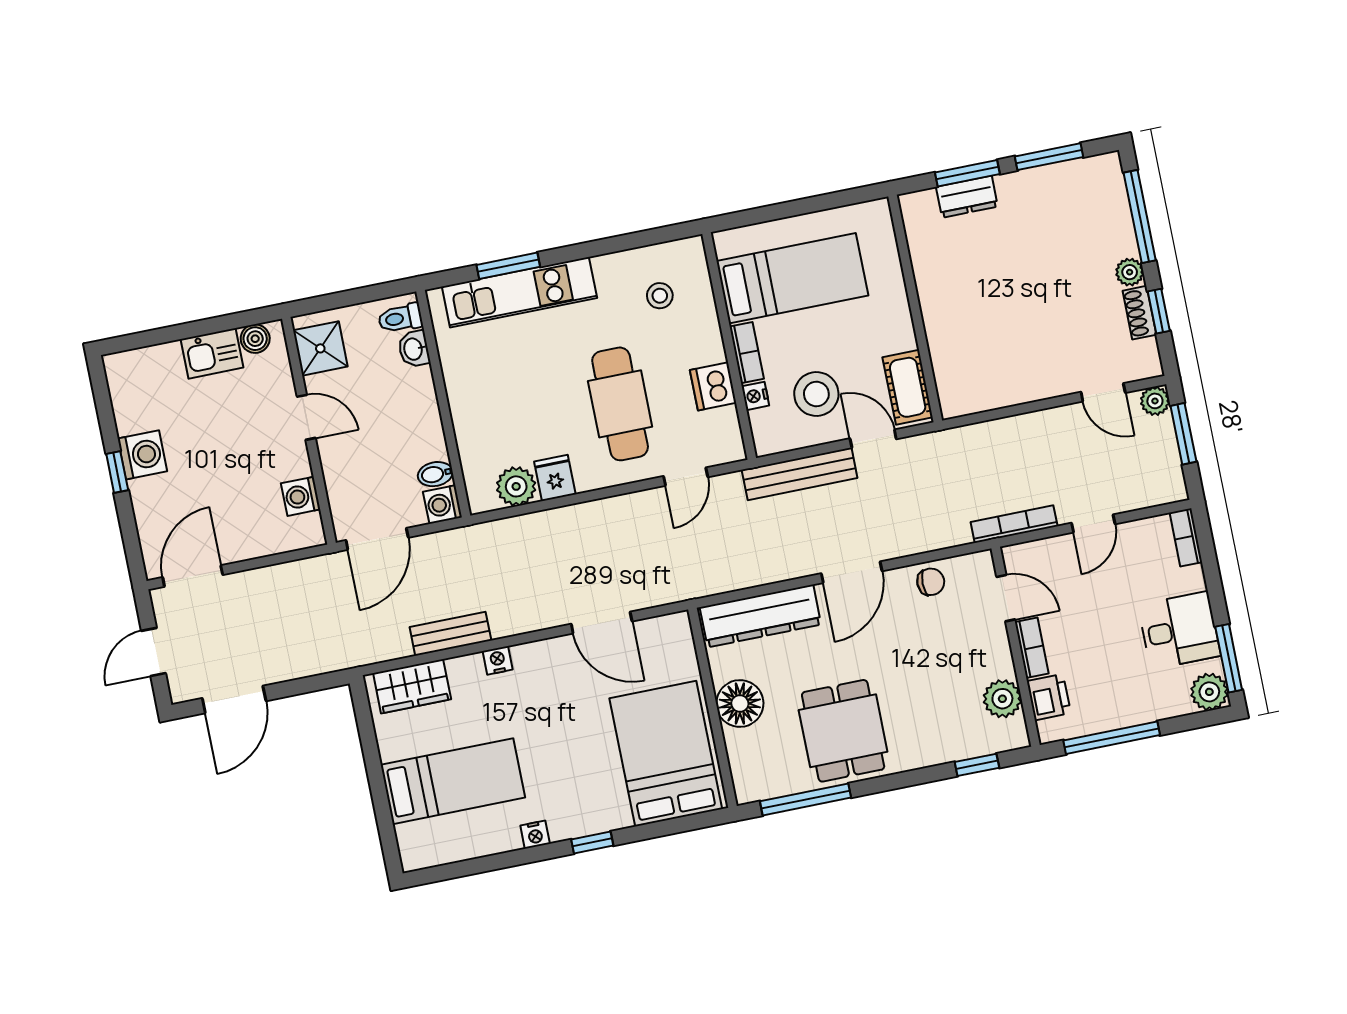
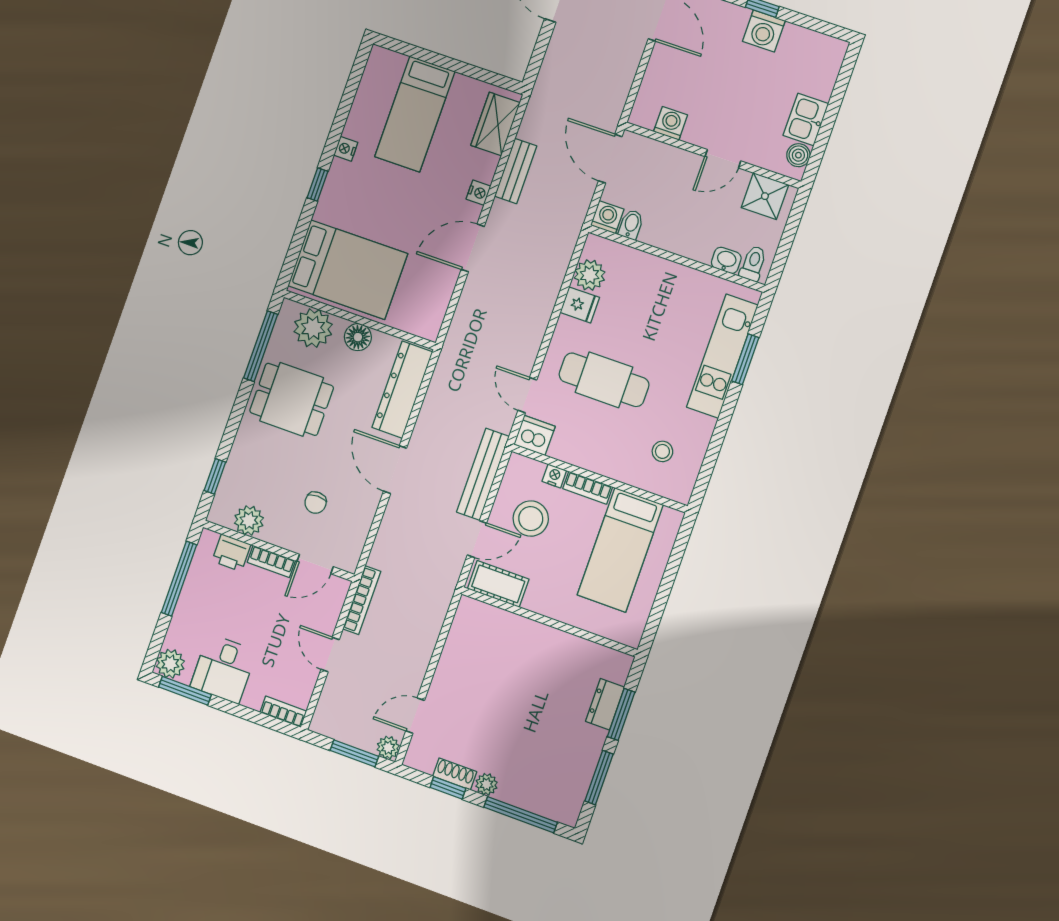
dishwasher: (713, 386) -> (534, 435), moved
chair: (931, 582) -> (316, 503), moved
door: (602, 623) -> (473, 248), moved
floor lamp: (740, 703) -> (358, 337), width x0.73, depth x0.73
plant: (752, 754) -> (313, 328), added

